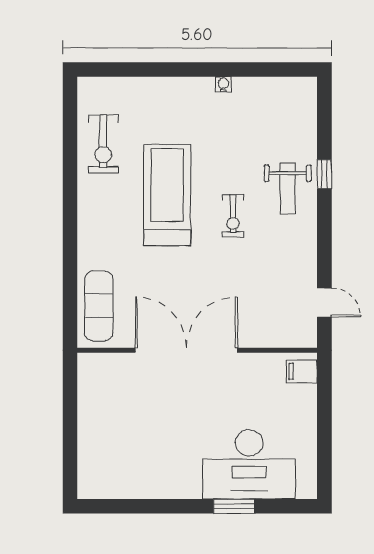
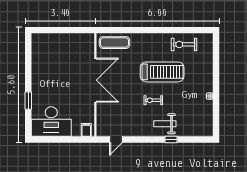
desk: (249, 464) -> (51, 122), moved, turned -90

